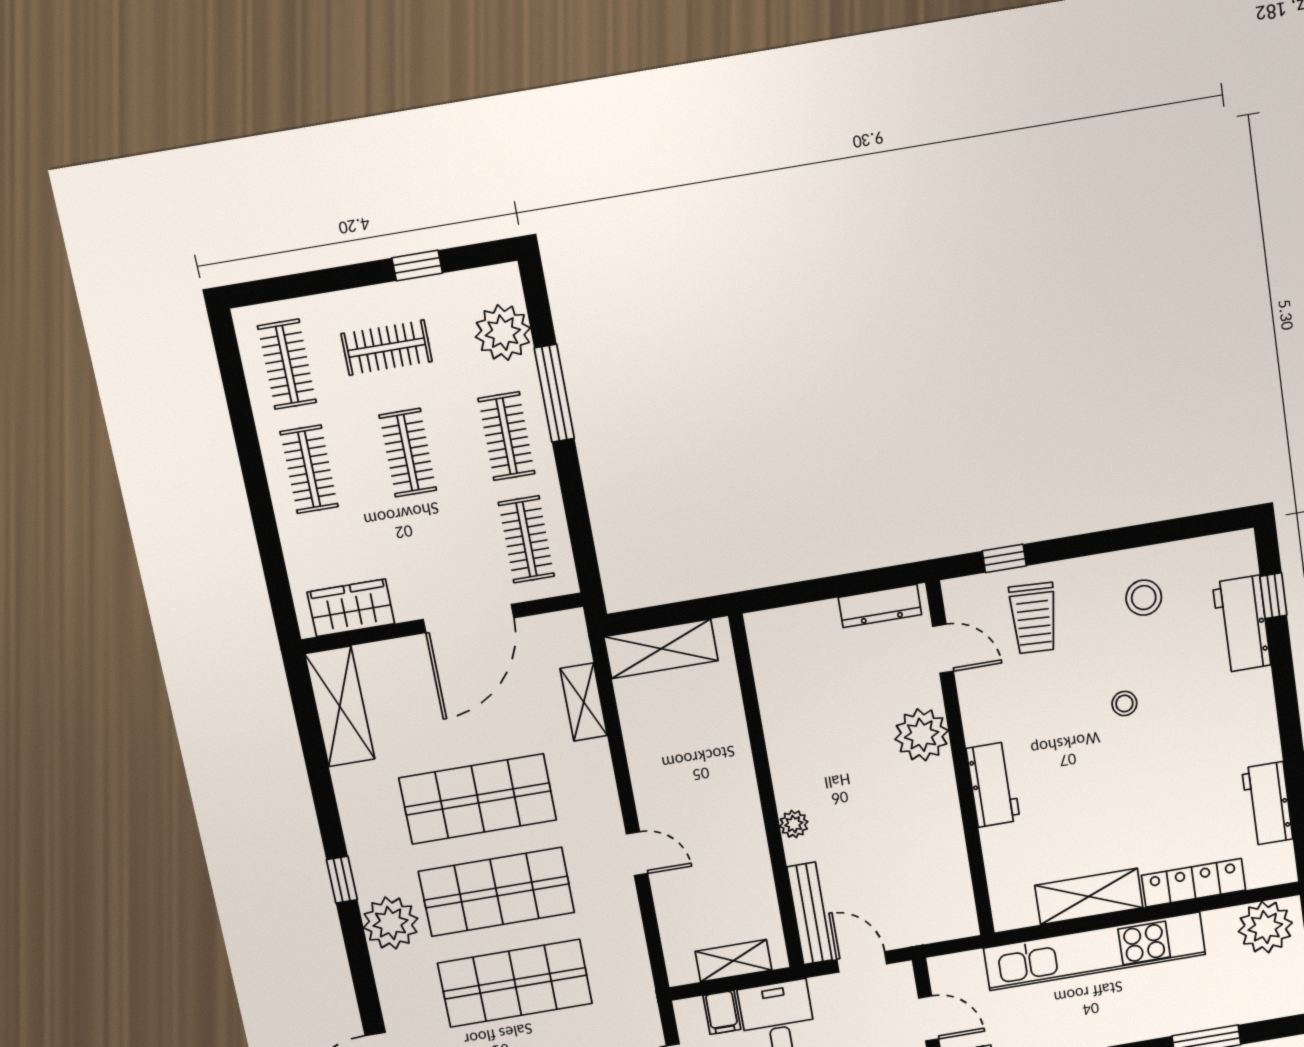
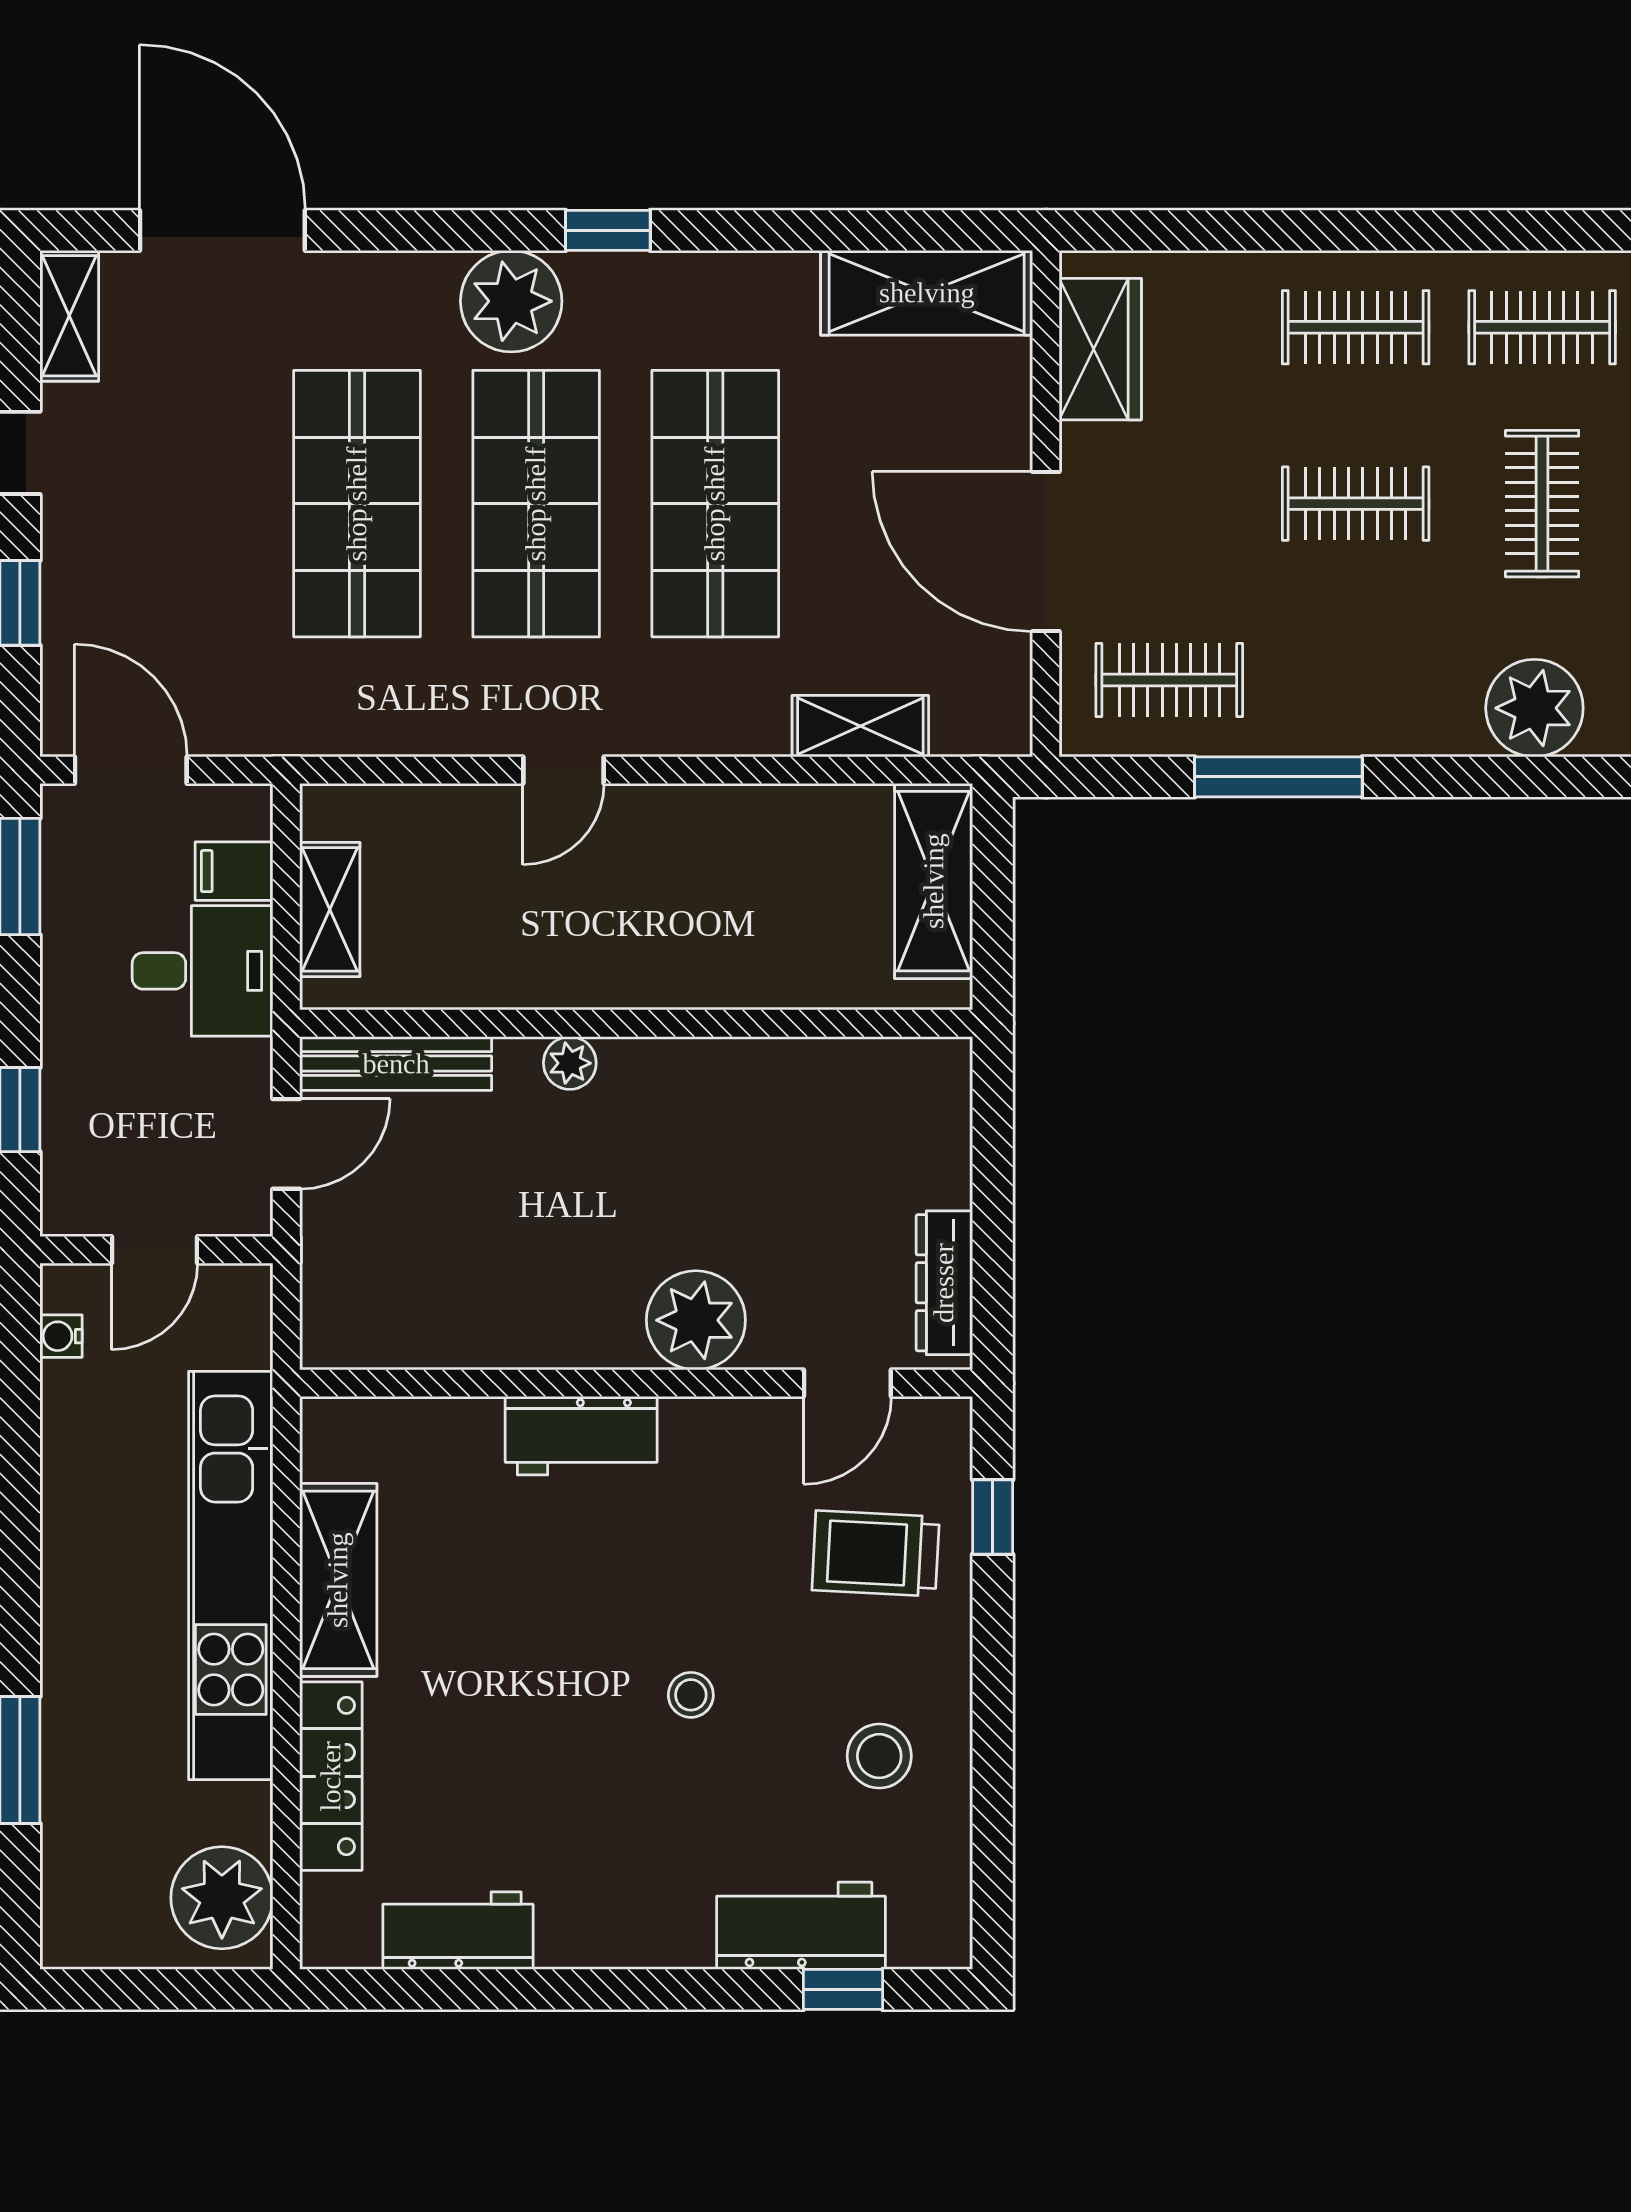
window: (554, 393) -> (1278, 777), moved
clothes rail: (506, 436) -> (1356, 680), removed

